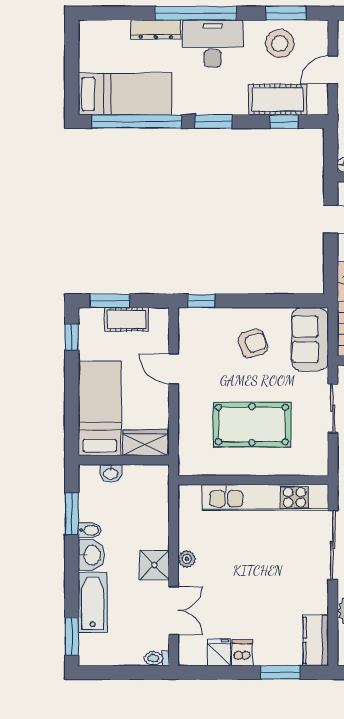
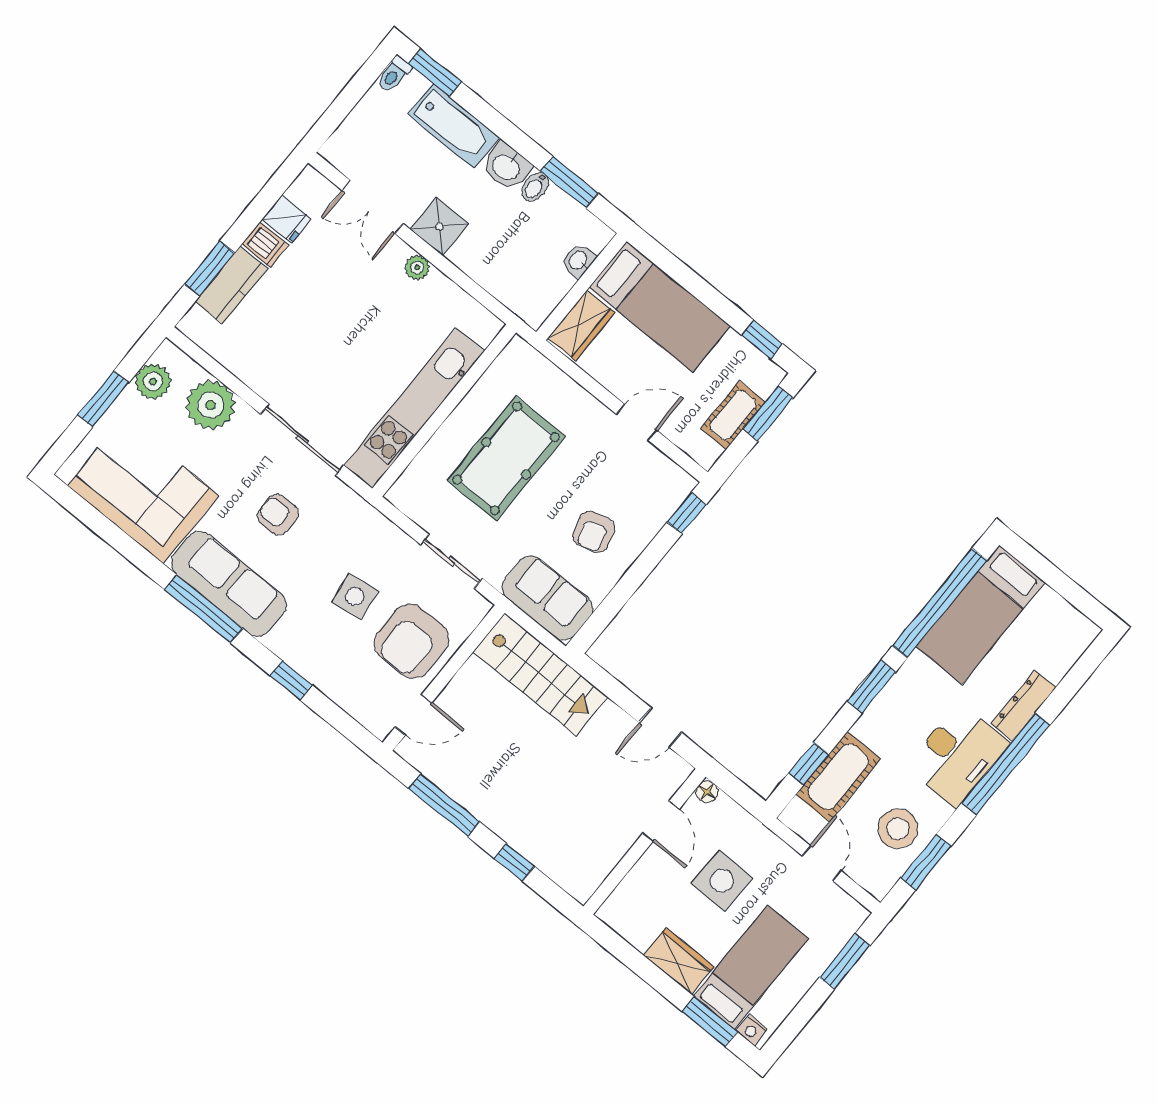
kitchen counter: (316, 640) -> (231, 285), moved, turned 90
toilet: (157, 658) -> (394, 74), moved, turned 180

